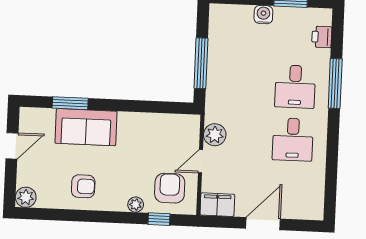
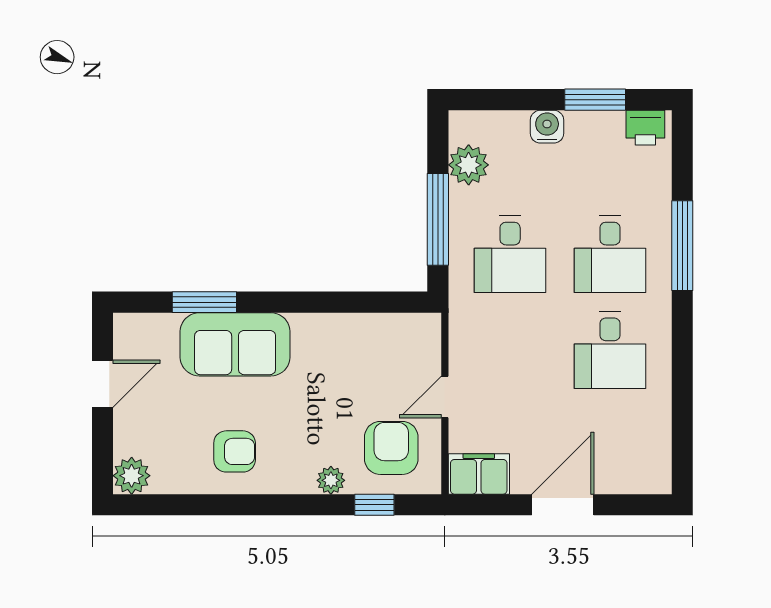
printer: (322, 37) -> (645, 128), moved, turned -90
desk: (240, 84) -> (510, 254), added
plant: (215, 135) -> (469, 165), moved

